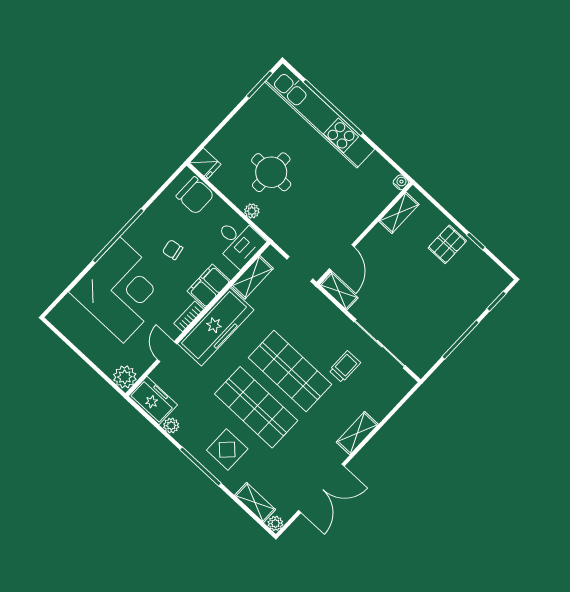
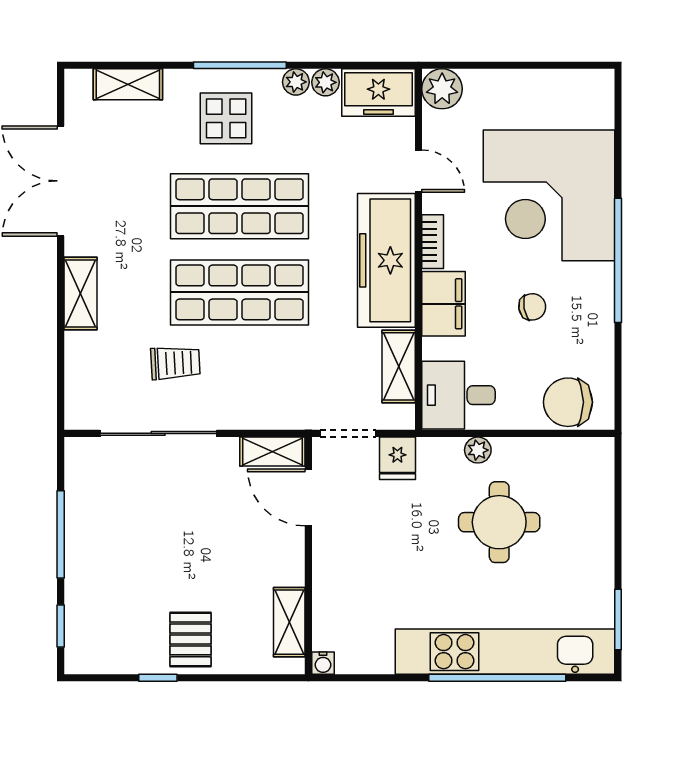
fridge: (205, 164) -> (397, 458), moved, turned -90
trolley: (345, 367) -> (175, 363), turned -93
plant: (275, 523) -> (296, 82), moved

